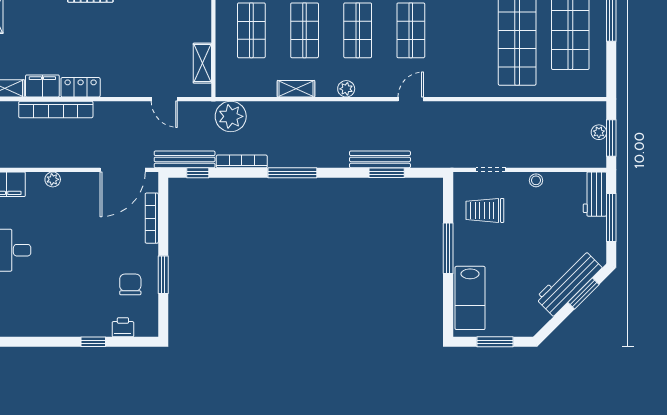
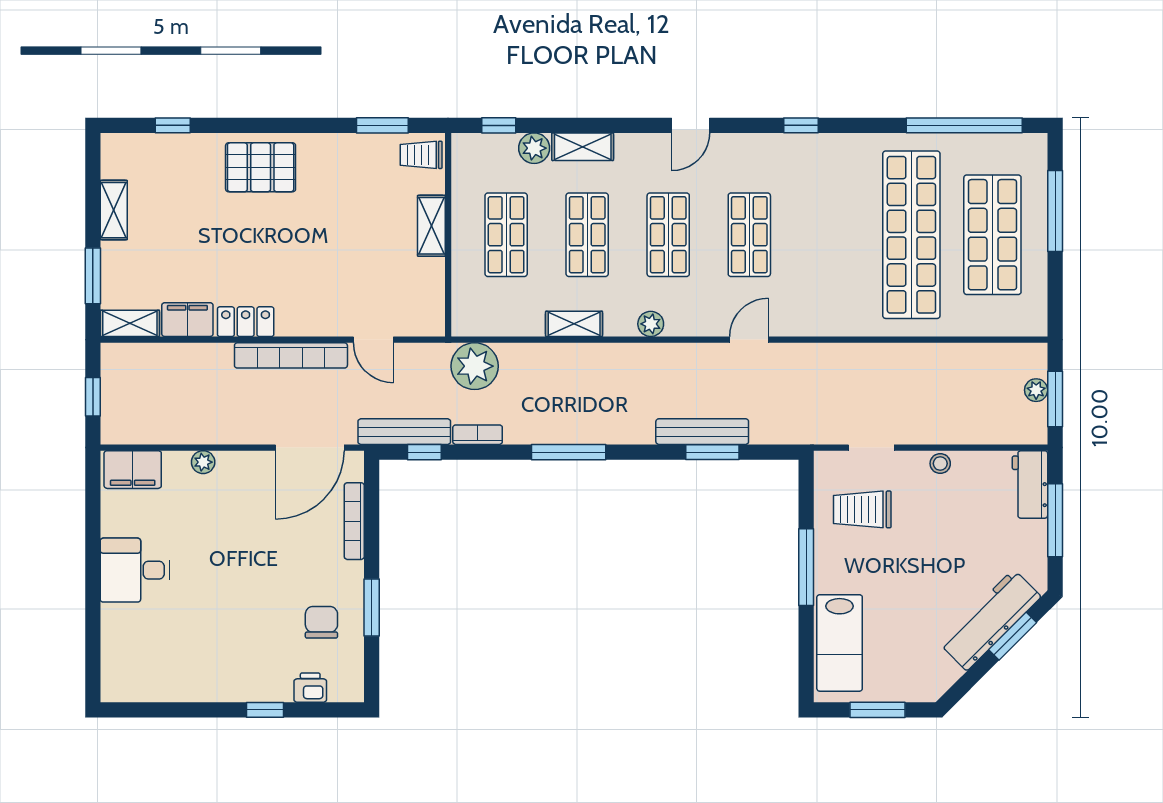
shelving: (202, 63) -> (431, 226), moved
bookcase: (56, 109) -> (291, 355), moved
bookcase: (242, 161) -> (478, 435), width x0.64

